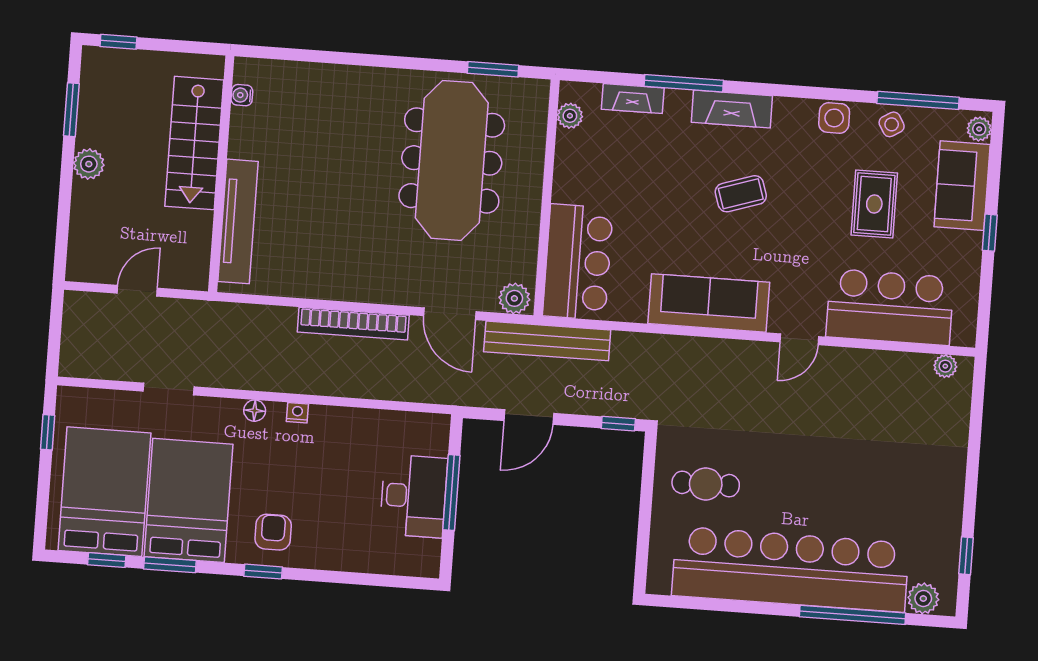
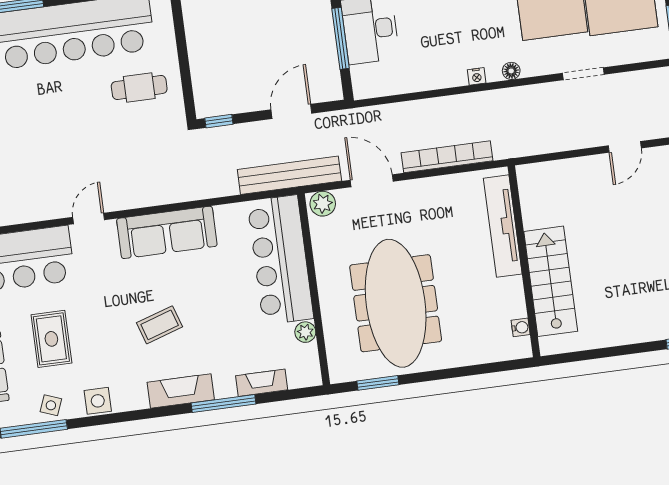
water cooler: (242, 95) -> (521, 327), moved
plant: (570, 116) -> (305, 332), moved
side table: (892, 124) -> (51, 405), turned -38
stairs: (194, 143) -> (551, 281), moved
wall: (221, 174) -> (524, 261), moved
tv unit: (238, 221) -> (503, 226), moved
bar counter: (578, 262) -> (280, 260), width x1.36

